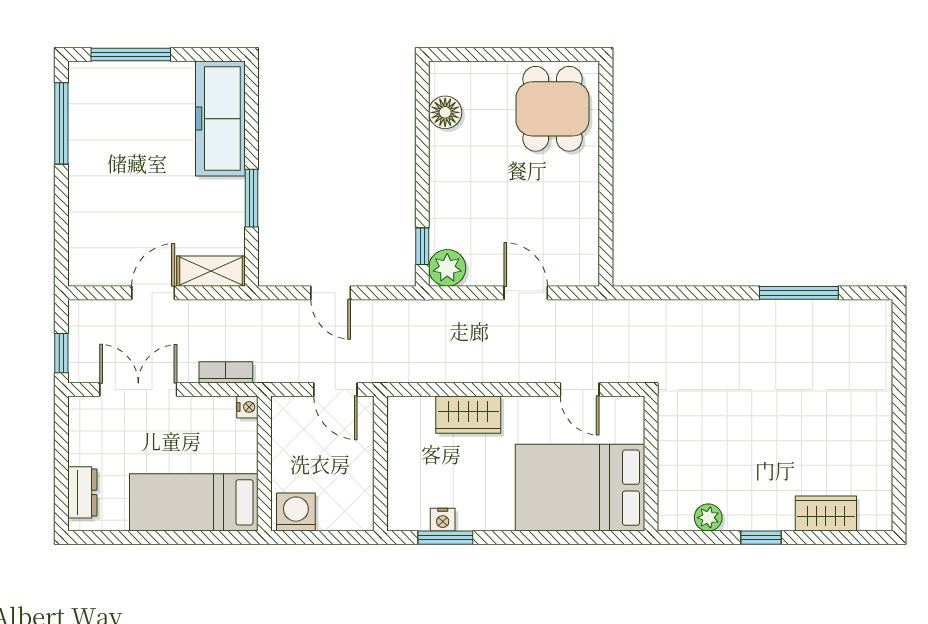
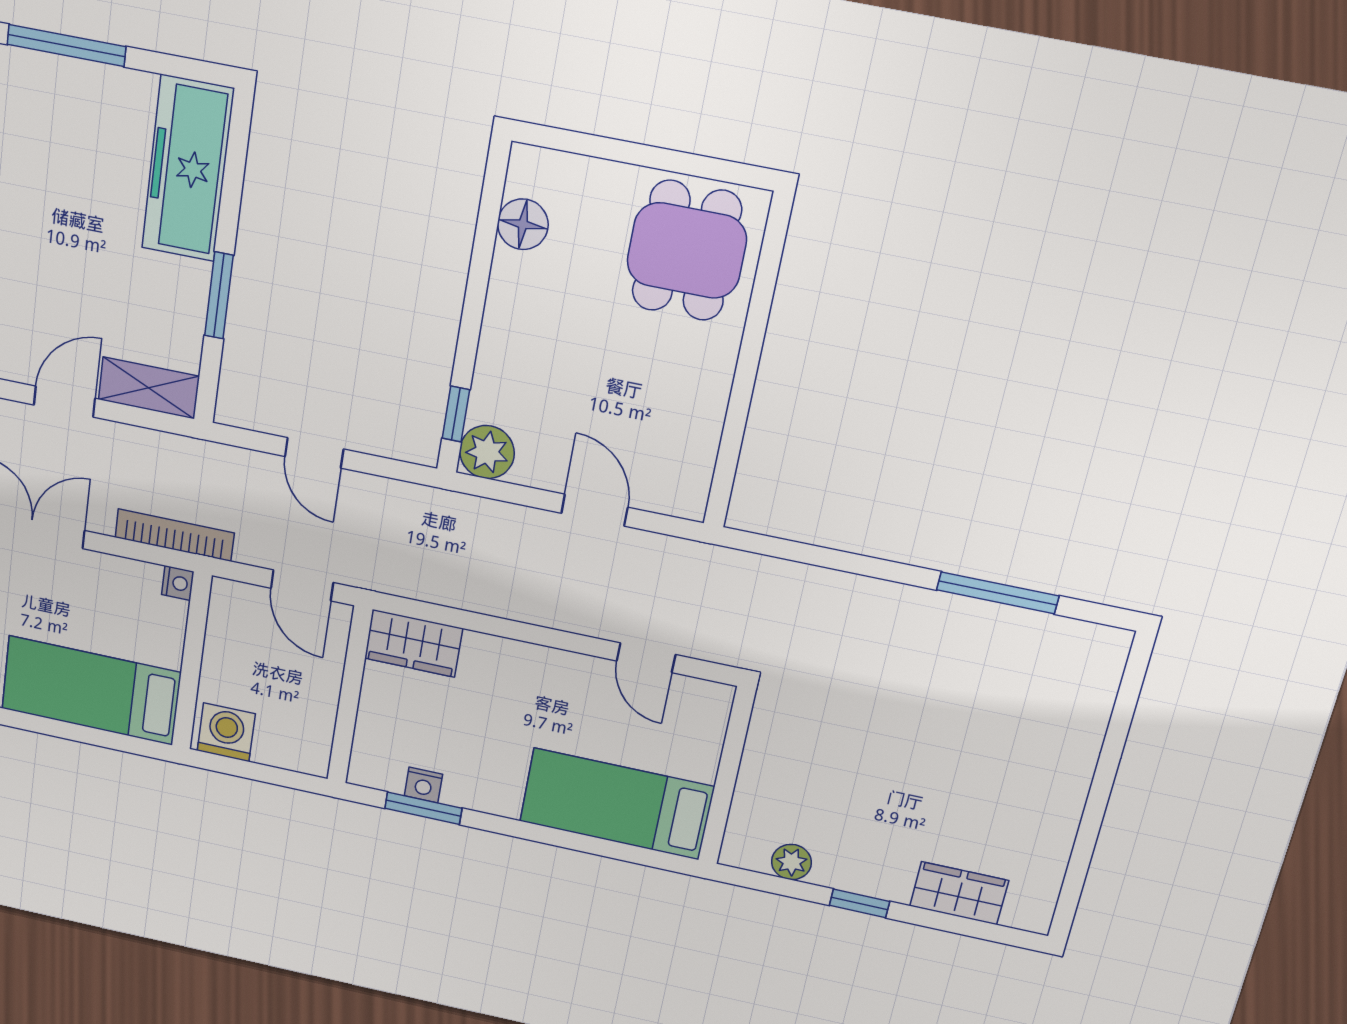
bookcase: (226, 372) -> (174, 535), width x1.56
wardrobe: (468, 415) -> (413, 643), moved
bed: (580, 488) -> (617, 804), width x0.67

